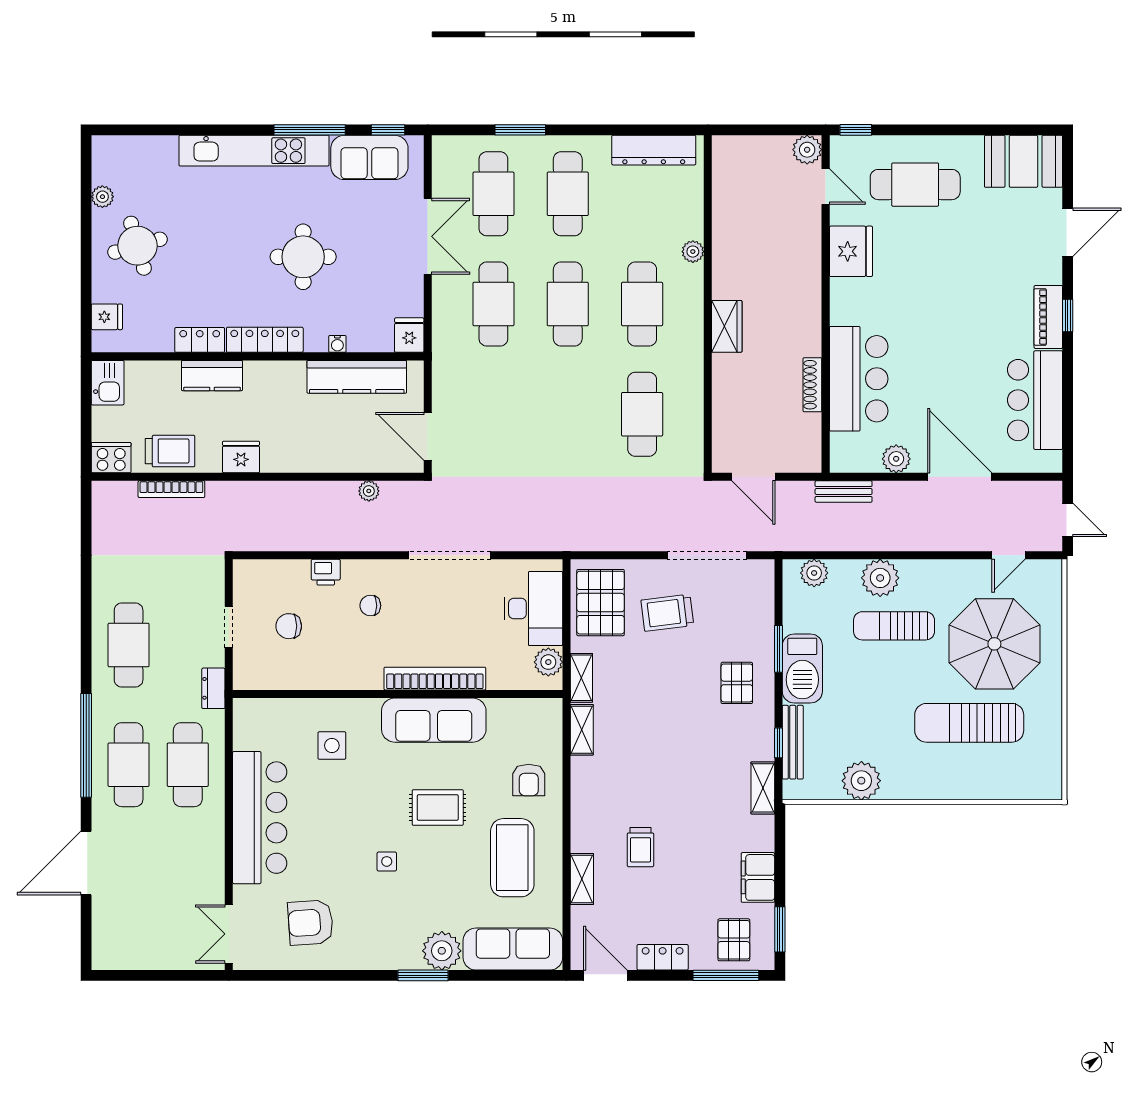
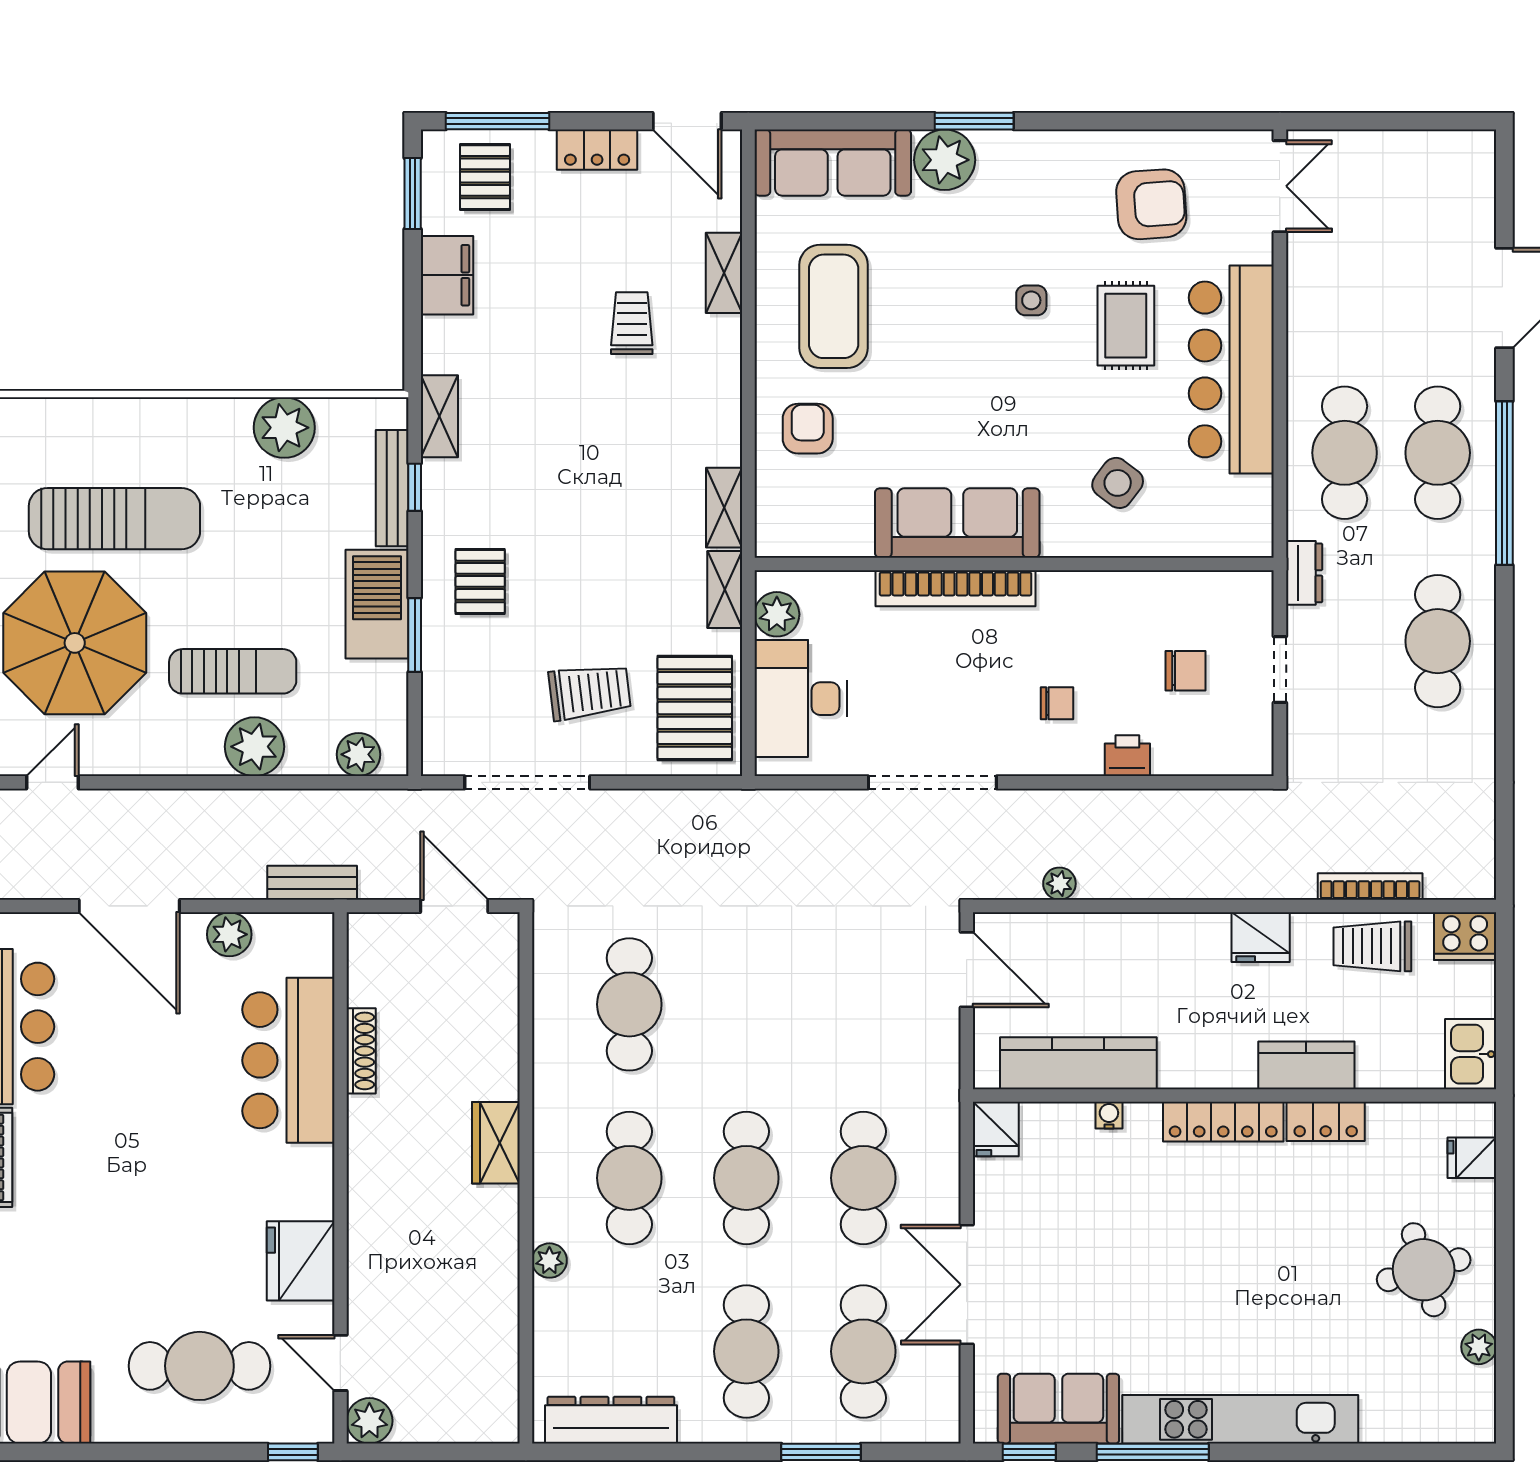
round table: (303, 257) -> (1163, 1252), removed
side table: (332, 746) -> (1118, 483), turned 37
rug: (438, 808) -> (1126, 326), moved, turned 90

